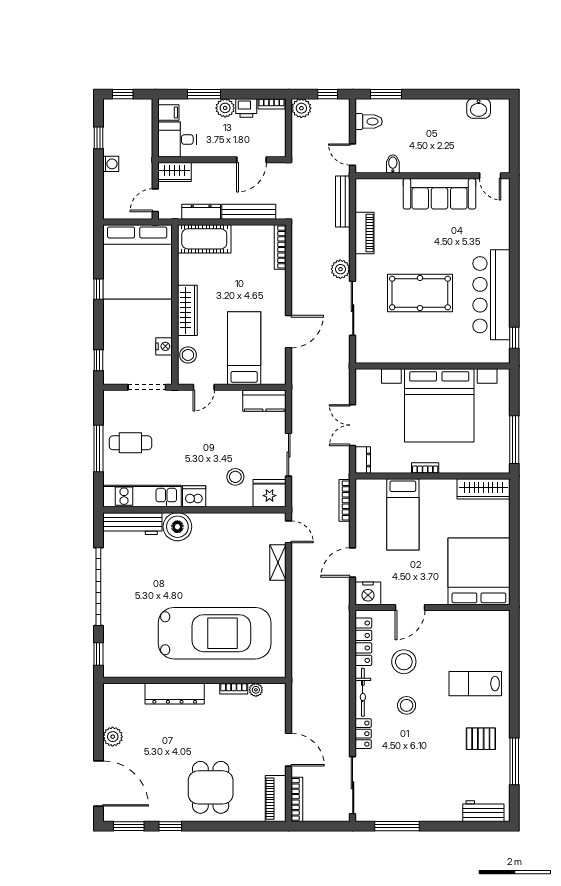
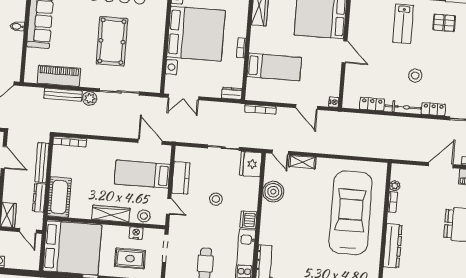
bidet: (393, 164) -> (17, 26), moved
bench: (343, 201) -> (63, 95), moved
piano: (365, 233) -> (59, 76), width x1.37, depth x1.33
door: (289, 332) -> (150, 142), moved
rug: (129, 341) -> (130, 258), added
kitchen counter: (264, 401) -> (181, 178), moved
double door: (353, 425) -> (183, 97), moved
stool: (235, 477) -> (216, 199), moved
boiler: (177, 527) -> (273, 192), moved
door: (289, 532) -> (280, 152), swing flipped
nightstand: (368, 593) -> (334, 102), width x0.53, depth x0.56
door: (410, 608) -> (345, 52), moved
locker: (363, 642) -> (372, 104), width x0.66
stool: (404, 662) -> (383, 75), removed
pallet: (481, 739) -> (444, 23), turned 90

